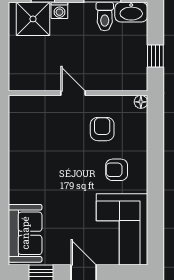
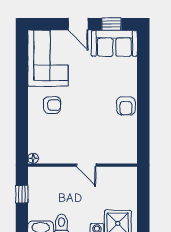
armchair: (102, 129) -> (126, 106), moved
sofa: (25, 233) -> (114, 43), moved, turned -90

